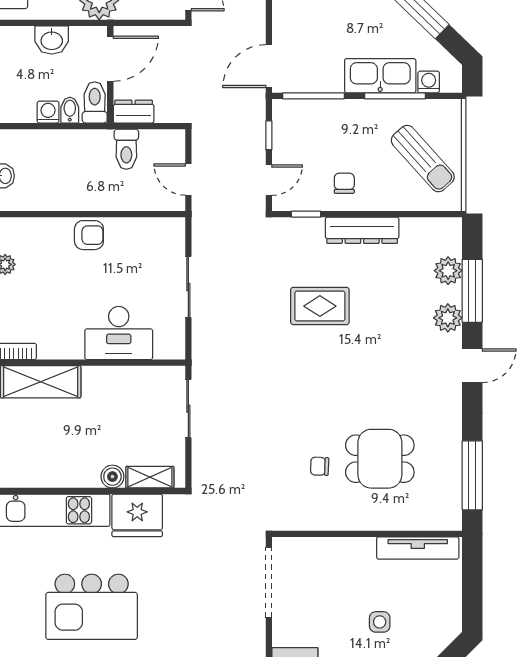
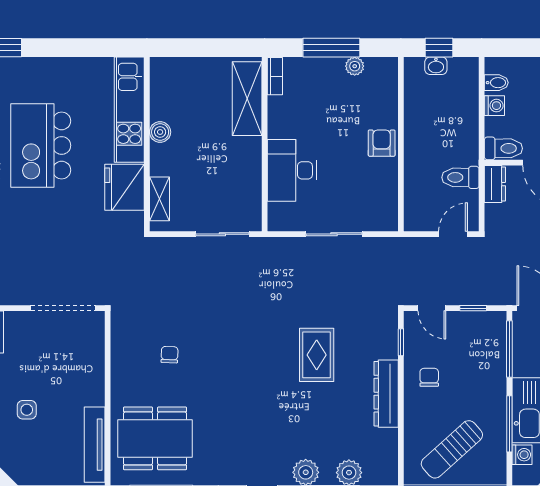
bidet: (70, 110) -> (496, 83), moved
door: (188, 180) -> (453, 234), moved
chair: (344, 183) -> (429, 377), turned -90
armchair: (89, 235) -> (382, 143), turned 180
dining table: (380, 459) -> (155, 438), moved, width x1.38
boiler: (112, 477) -> (160, 132), moved

